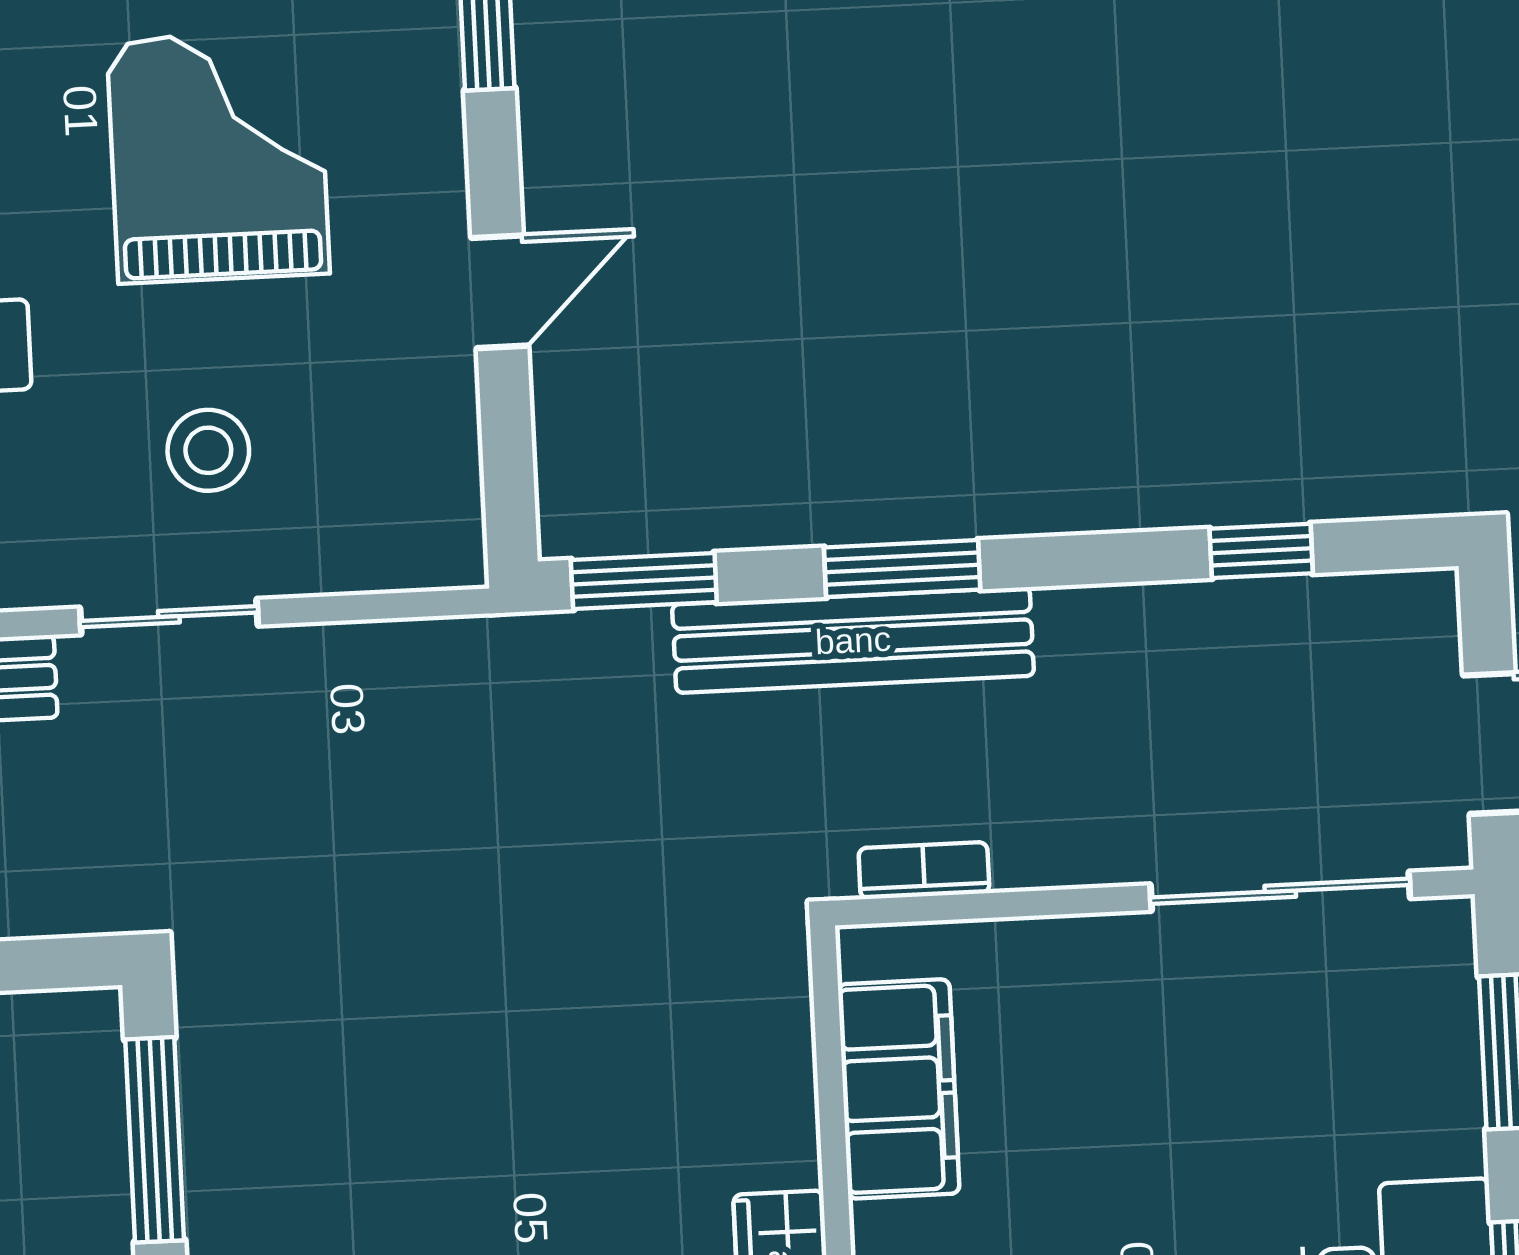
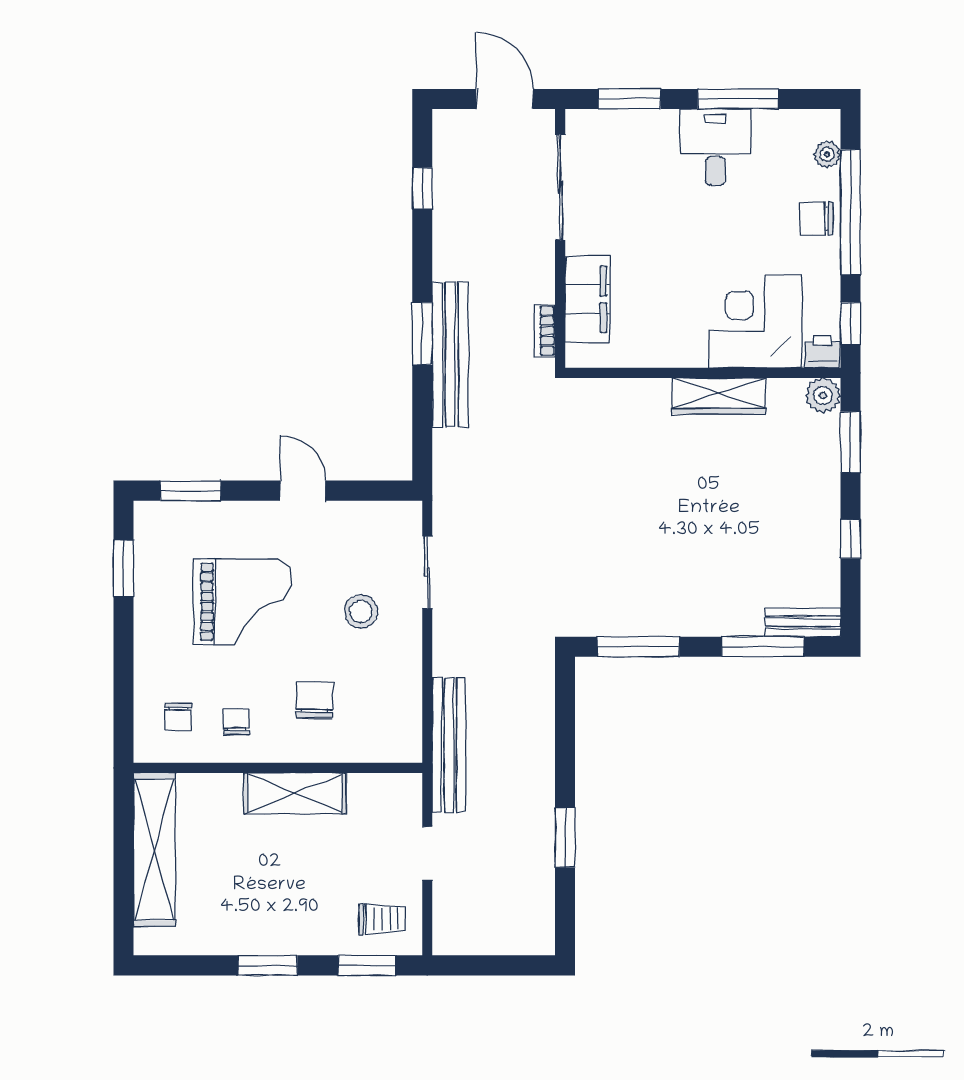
grand piano: (218, 157) -> (243, 602), turned 180
window: (644, 581) -> (422, 438), removed
sliding door: (169, 617) -> (427, 572), moved
filing cabinet: (899, 1089) -> (588, 299), moved, turned 90

